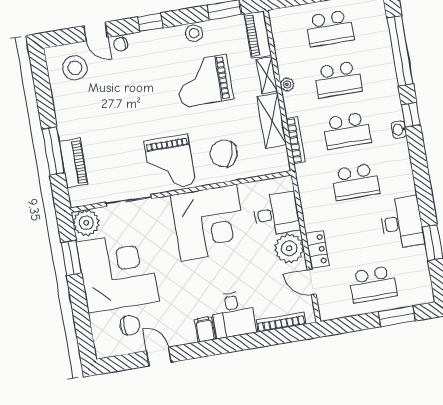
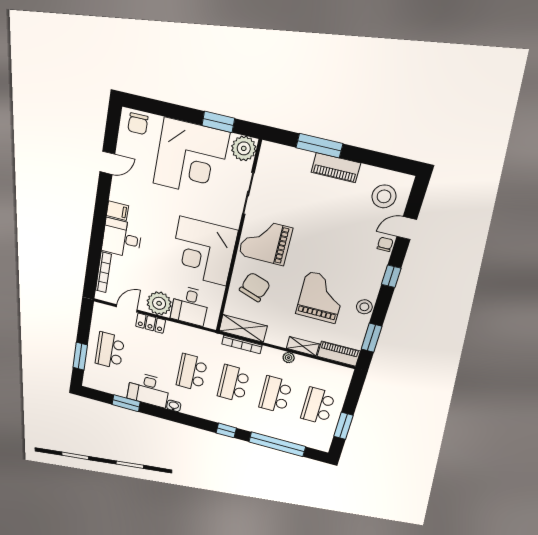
shelving: (272, 121) -> (243, 328), moved
washbasin: (399, 130) -> (174, 406), moved
piano: (73, 163) -> (336, 168), moved
chair: (130, 325) -> (138, 124), moved

